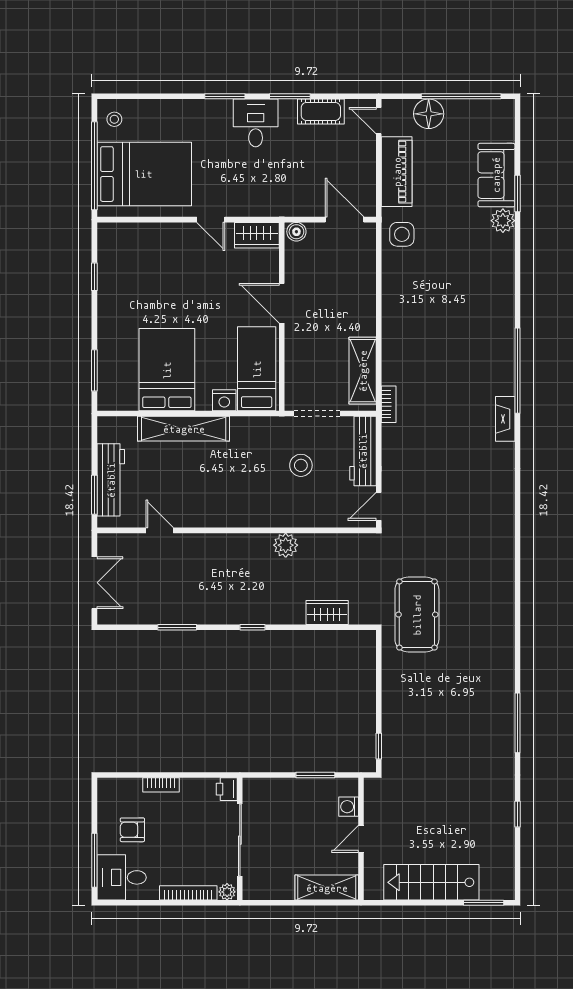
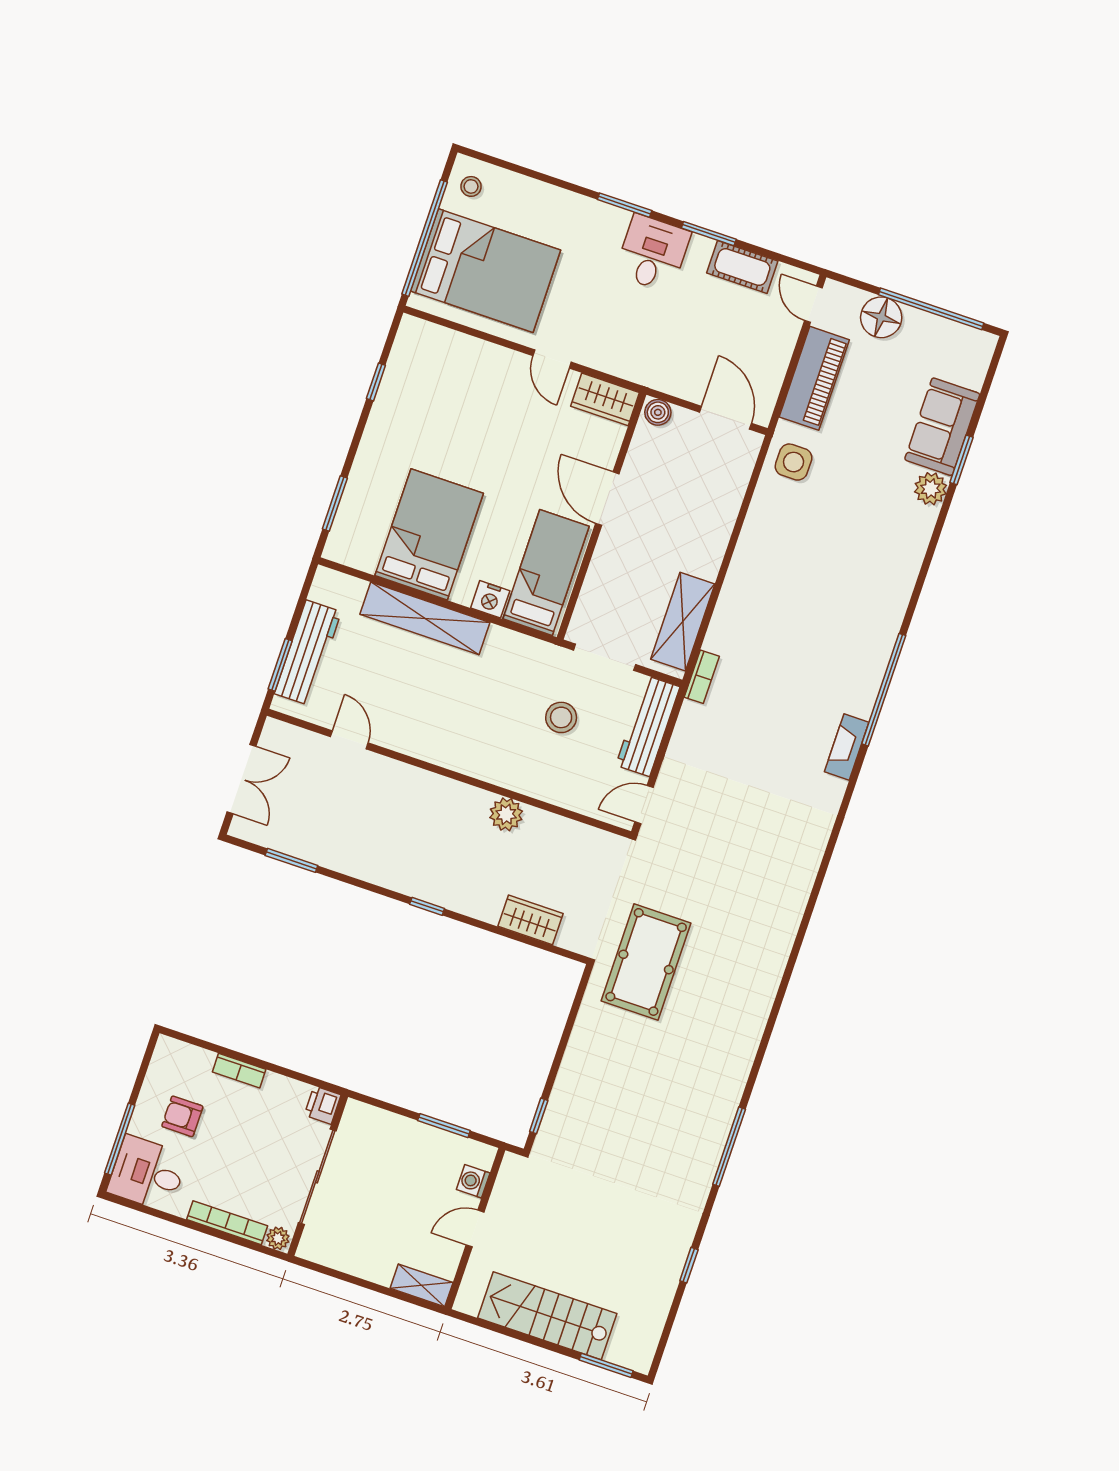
window: (177, 627) -> (291, 860), moved
shelving: (327, 888) -> (422, 1285), width x0.67, depth x0.75

